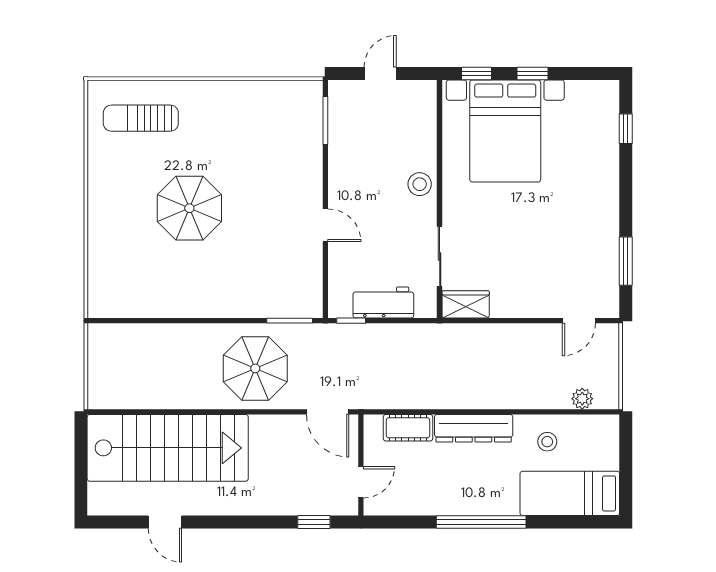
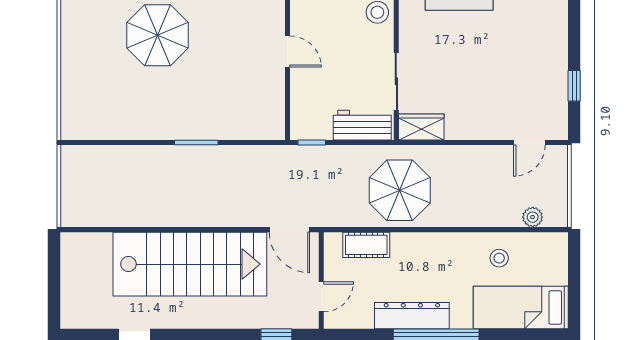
window: (626, 261) -> (574, 86), width x0.67
workbench: (383, 302) -> (362, 125), moved
window: (290, 321) -> (196, 143), moved
parasol: (255, 368) -> (400, 190), moved
dresser: (474, 428) -> (412, 316), moved, turned 180
stairs: (168, 448) -> (190, 264), moved

